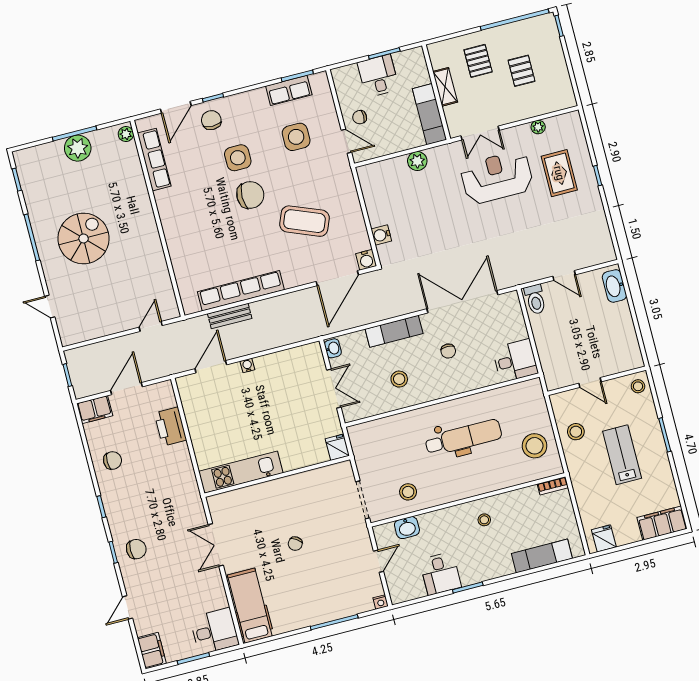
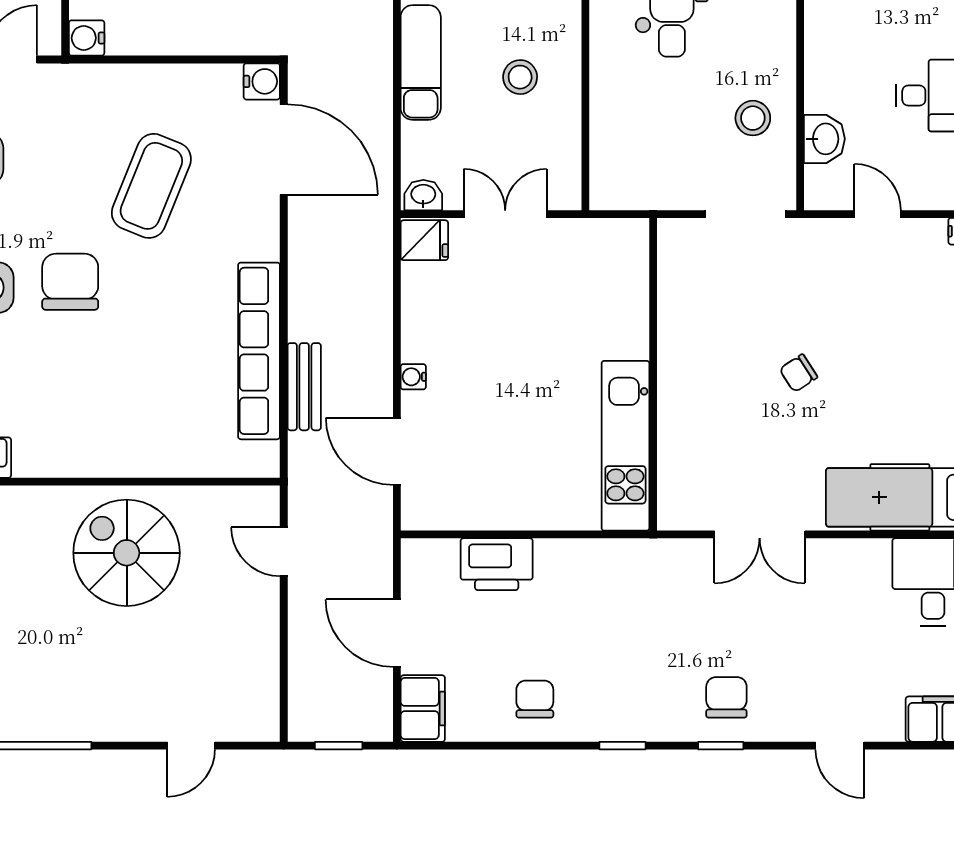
water cooler: (381, 235) -> (87, 38), moved, turned 90
spiral stairs: (84, 238) -> (127, 553), moved
fridge: (337, 447) -> (424, 240), moved, turned 180
chair: (295, 544) -> (798, 373), turned 113

